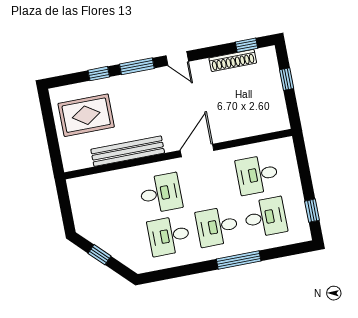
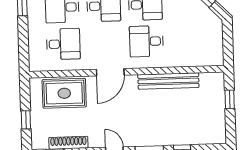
rug: (86, 115) -> (64, 93), moved
window: (53, 141) -> (230, 99), added

